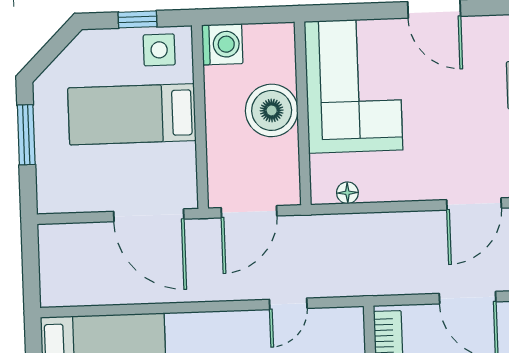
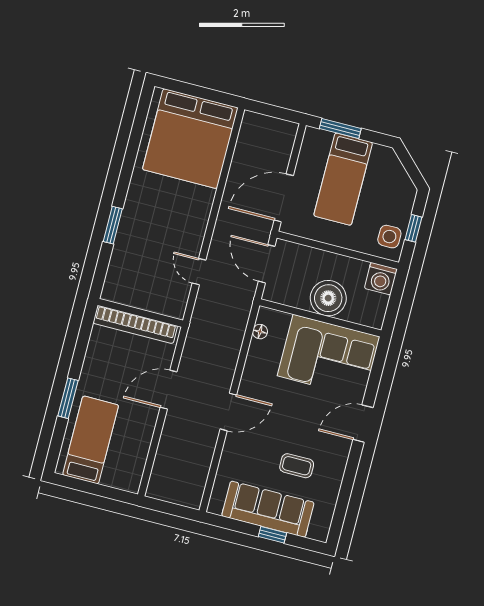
bed: (132, 114) -> (343, 179), moved, turned 180
window: (26, 135) -> (340, 129), moved
door: (474, 204) -> (228, 412), swing flipped

